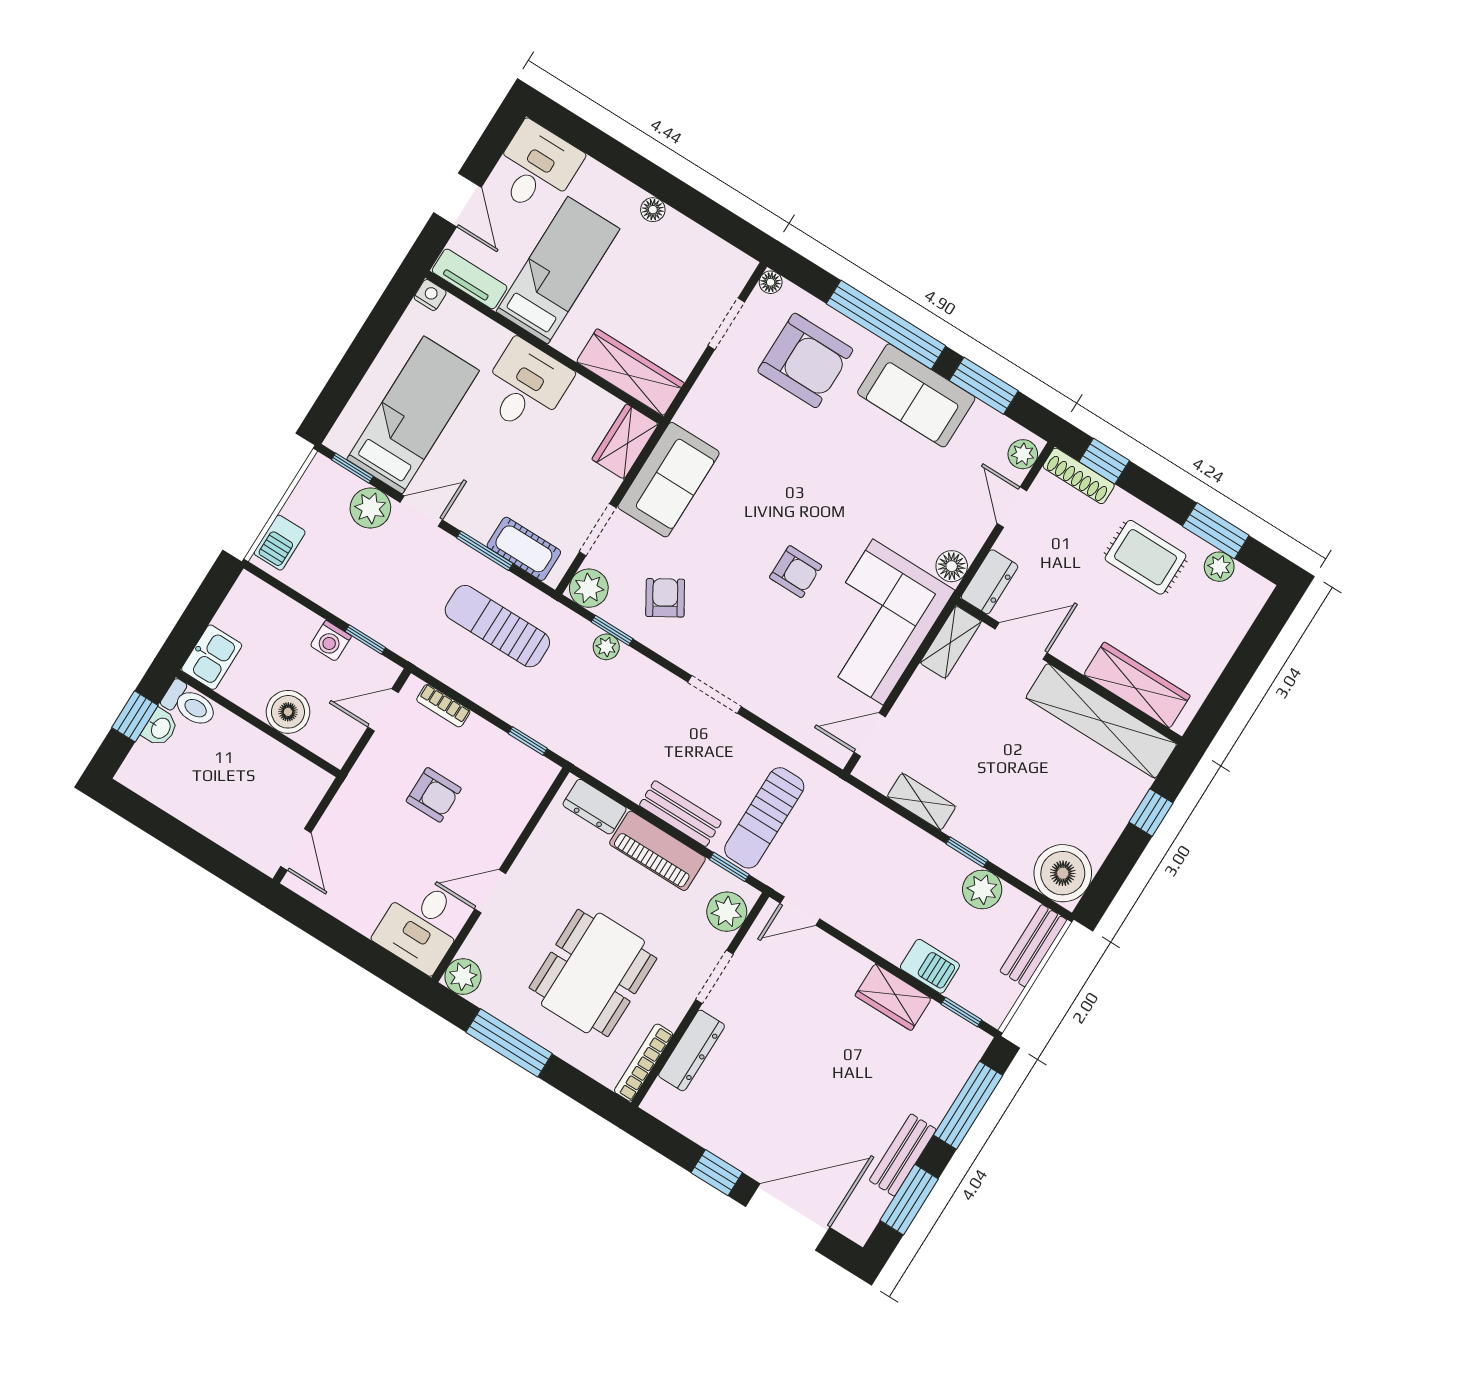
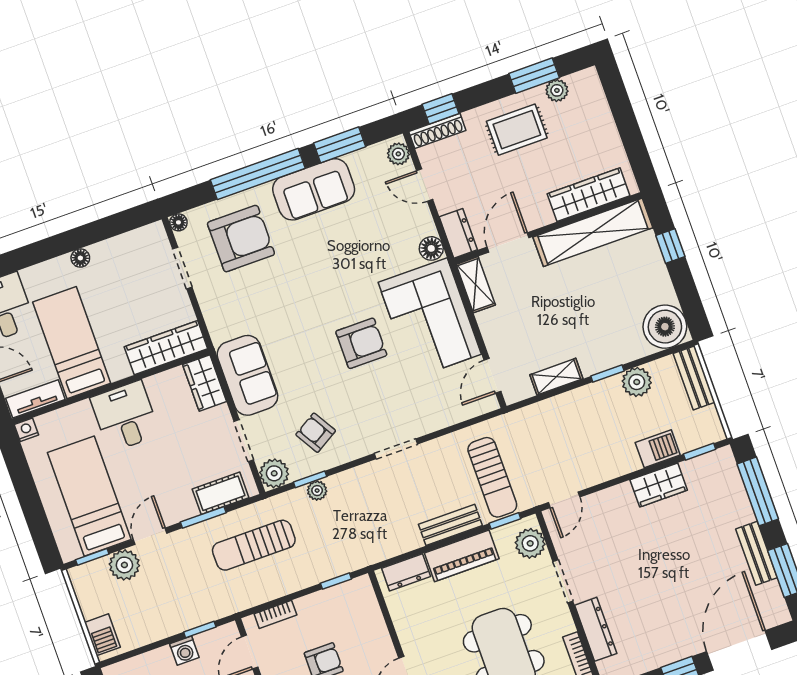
armchair: (796, 572) -> (361, 343), width x1.38, depth x1.38

